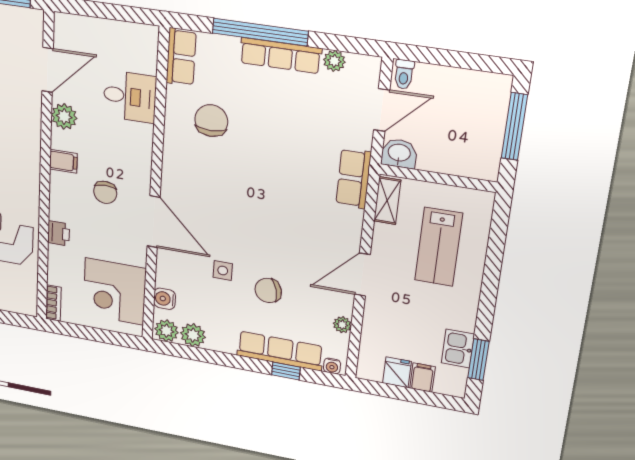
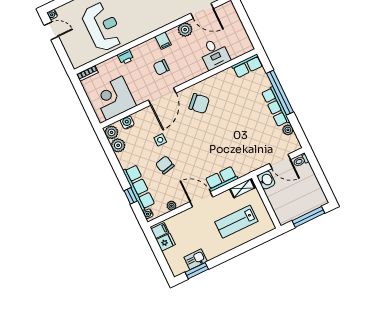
chair: (211, 121) -> (199, 104), moved, turned 44
row of seats: (354, 178) -> (221, 179), moved
filing cabinet: (422, 377) -> (160, 231), moved

